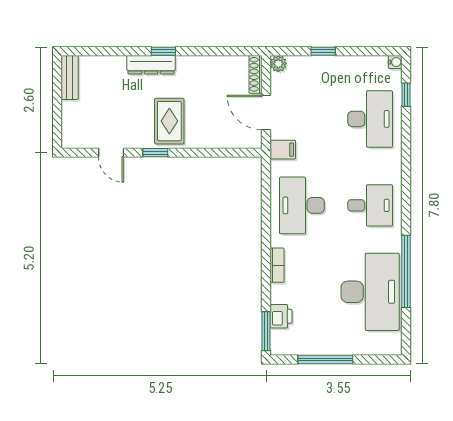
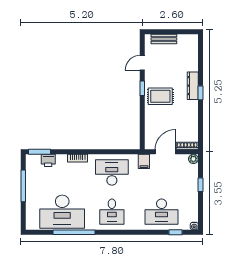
bench: (70, 77) -> (164, 39), moved

